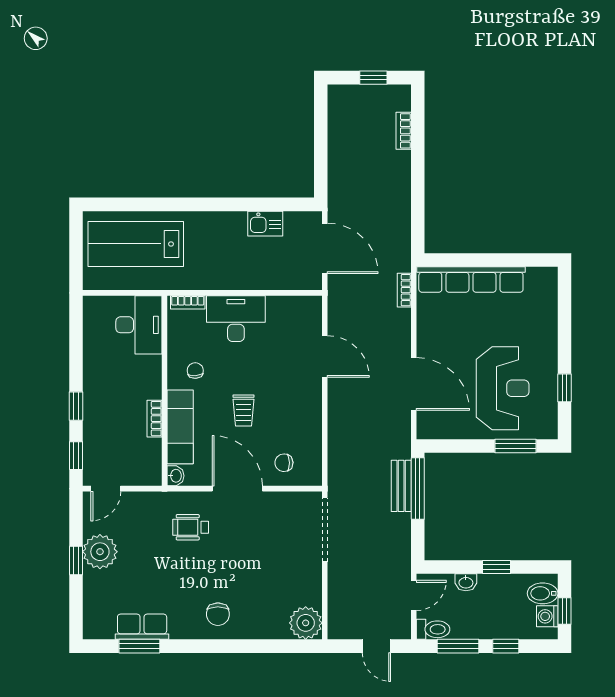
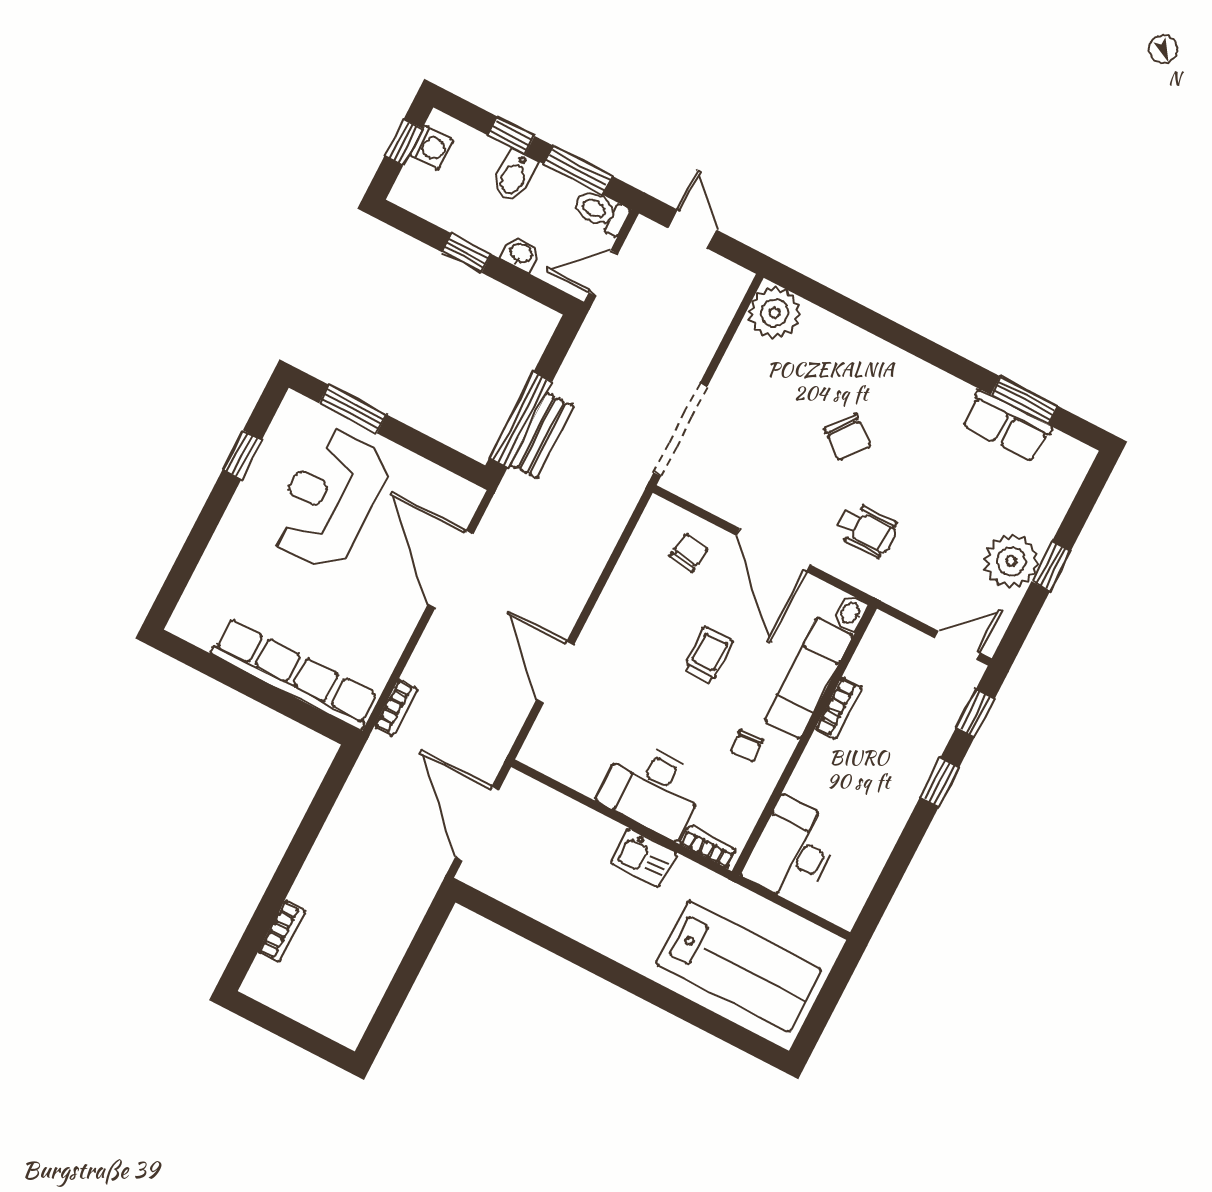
window: (373, 78) -> (286, 1028), removed
kitchen sink: (265, 224) -> (644, 858), moved, turned 180
chair: (284, 463) -> (689, 553), turned -79
bidet: (543, 593) -> (514, 176), moved, turned 90
chair: (218, 614) -> (847, 437), moved, turned 128

